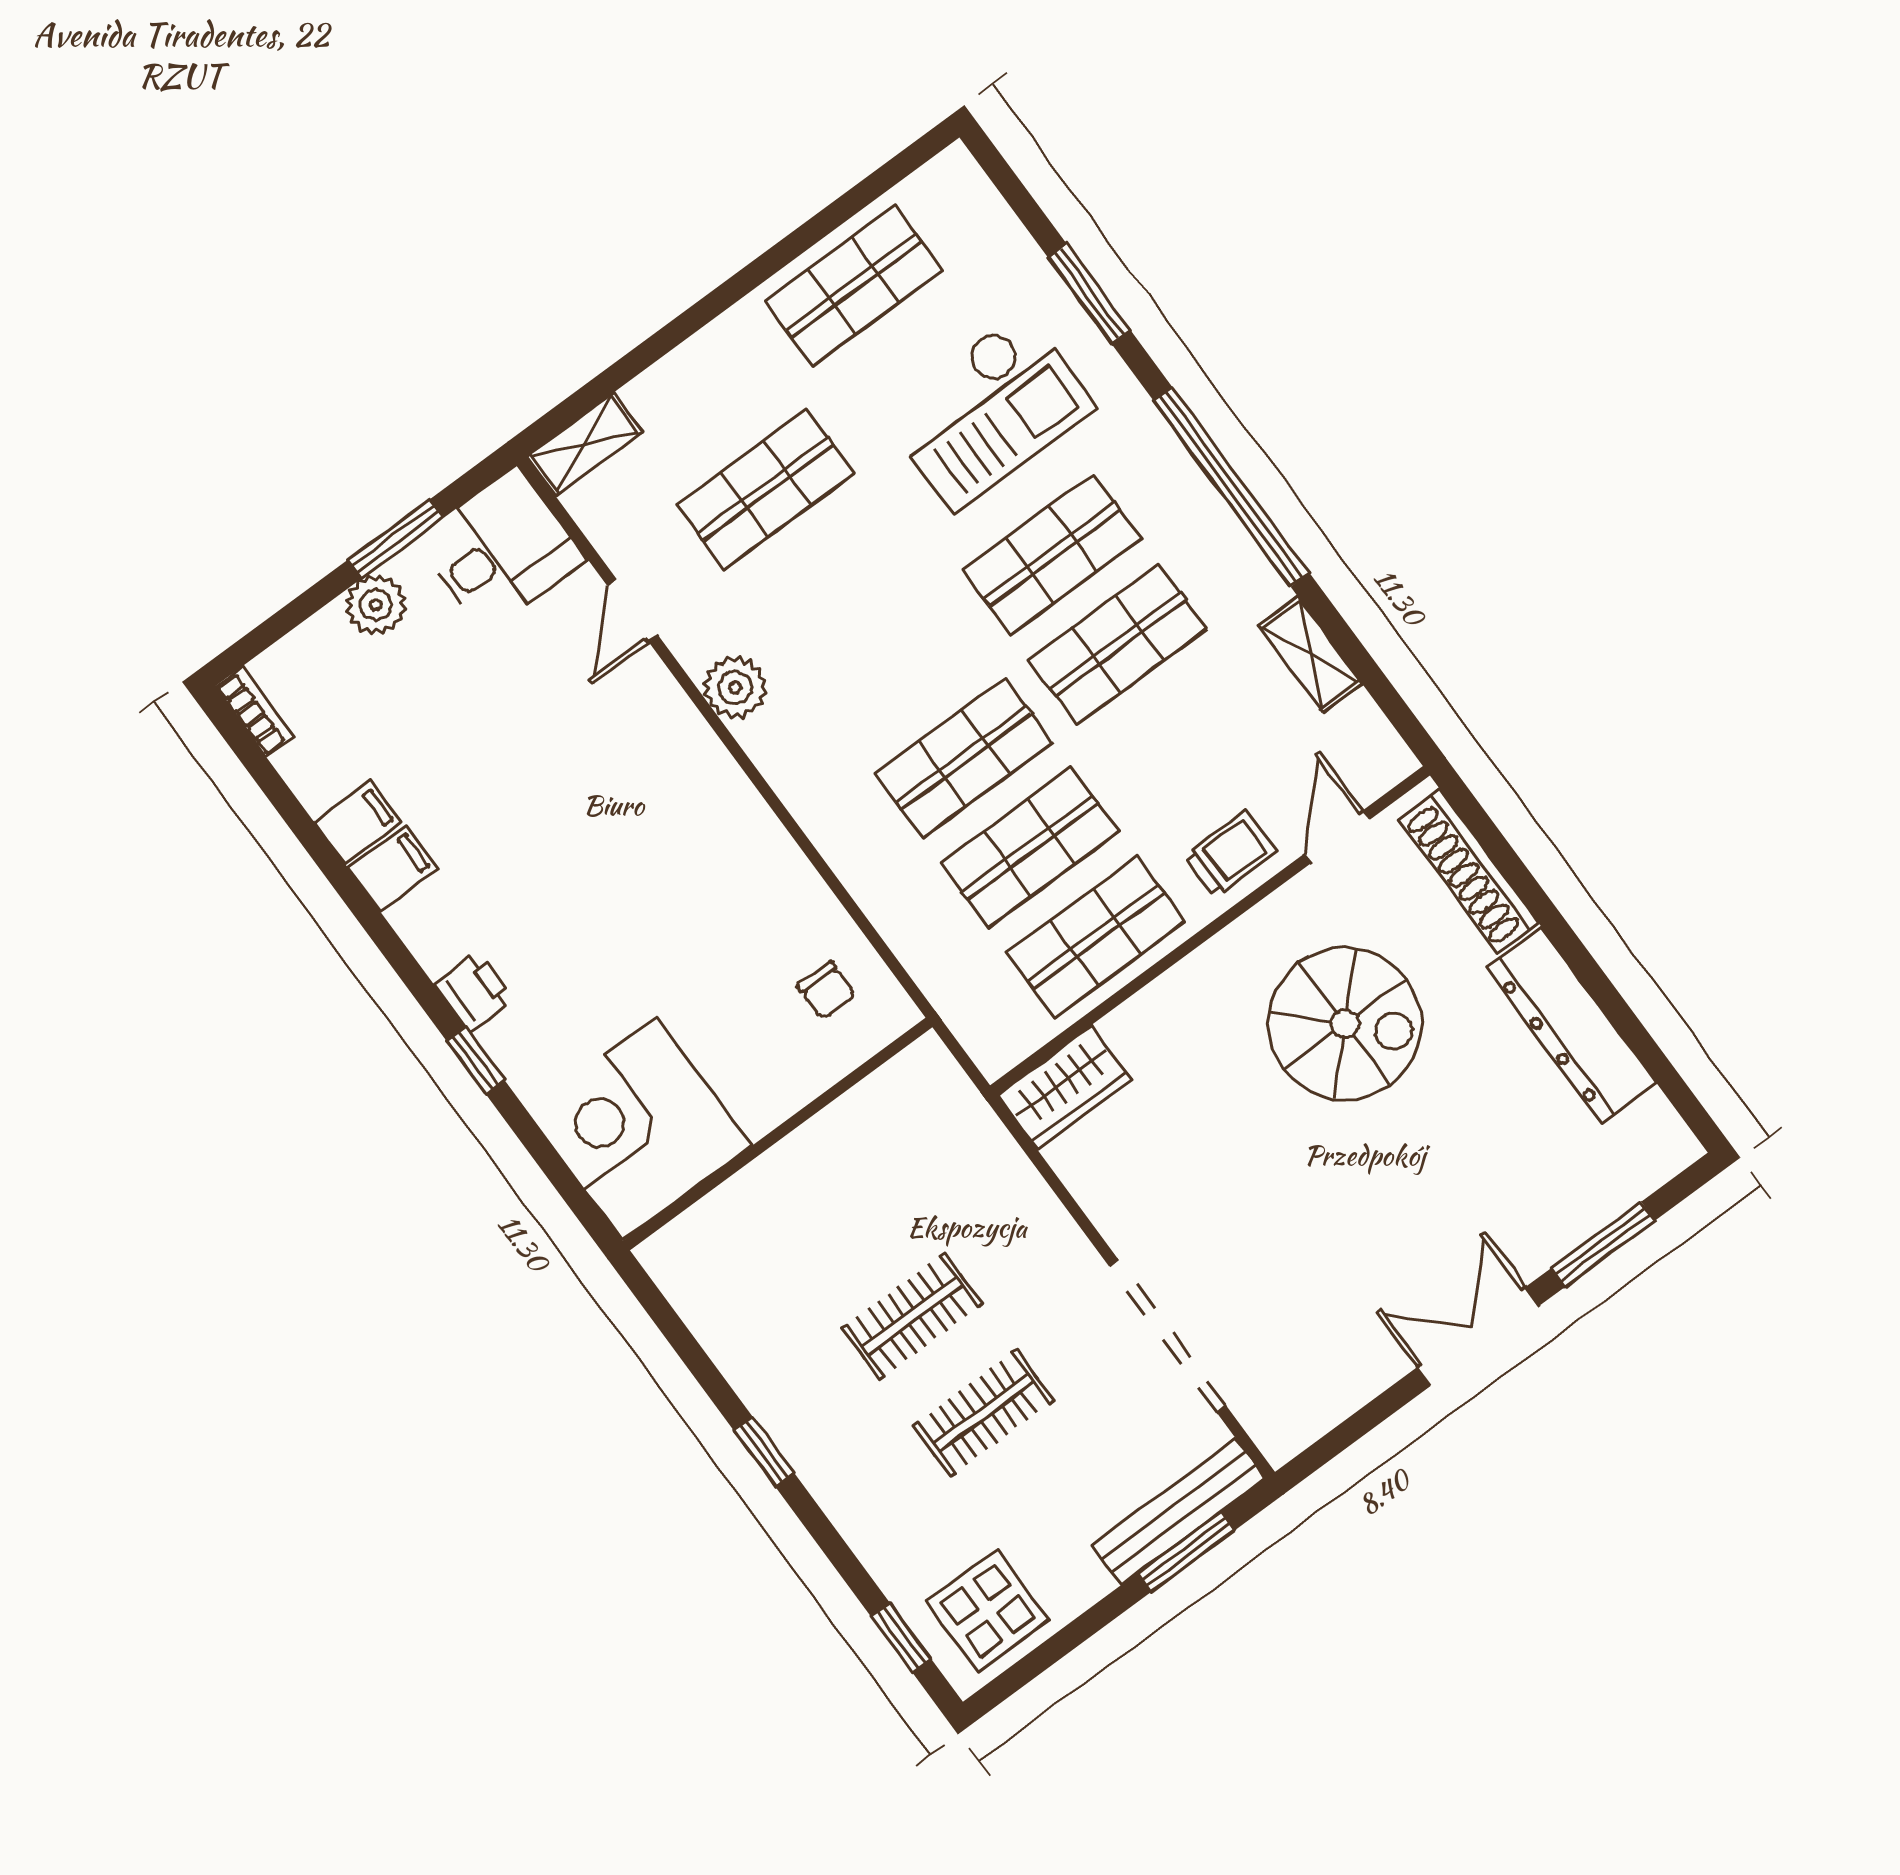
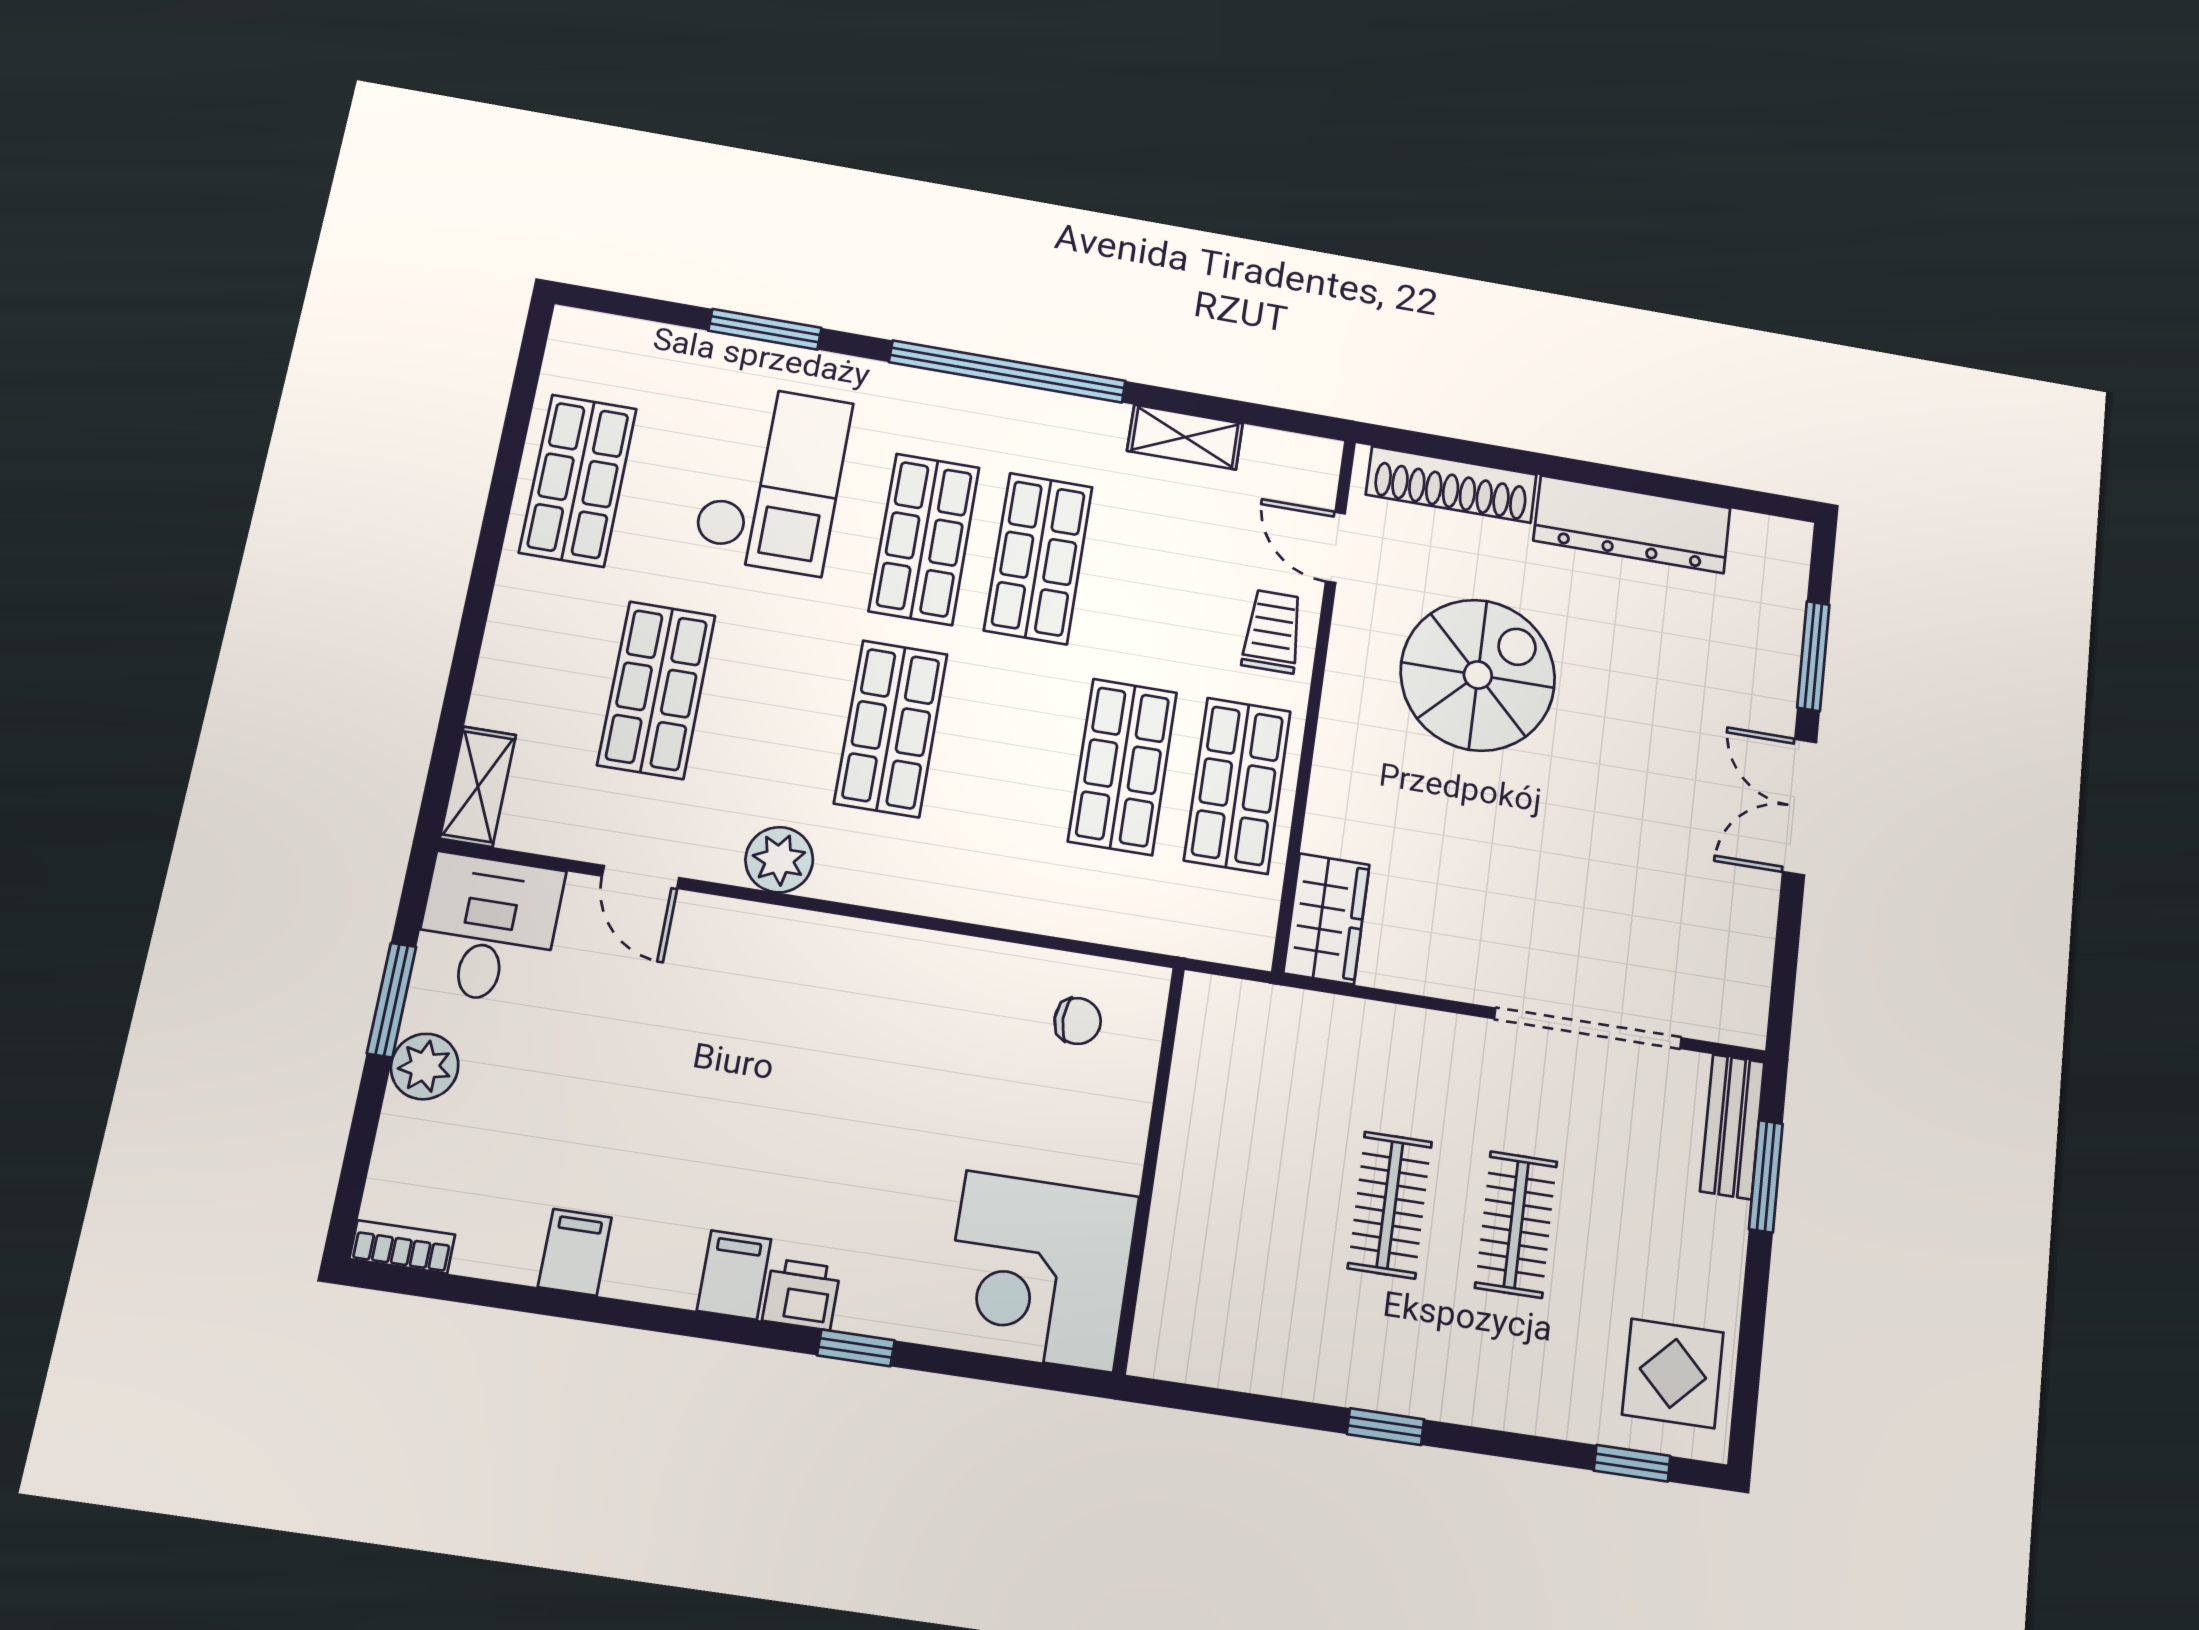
shop shelf: (964, 758) -> (891, 729), moved
filing cabinet: (393, 868) -> (734, 1275), moved
bench: (1179, 1512) -> (1732, 1127), width x0.73

